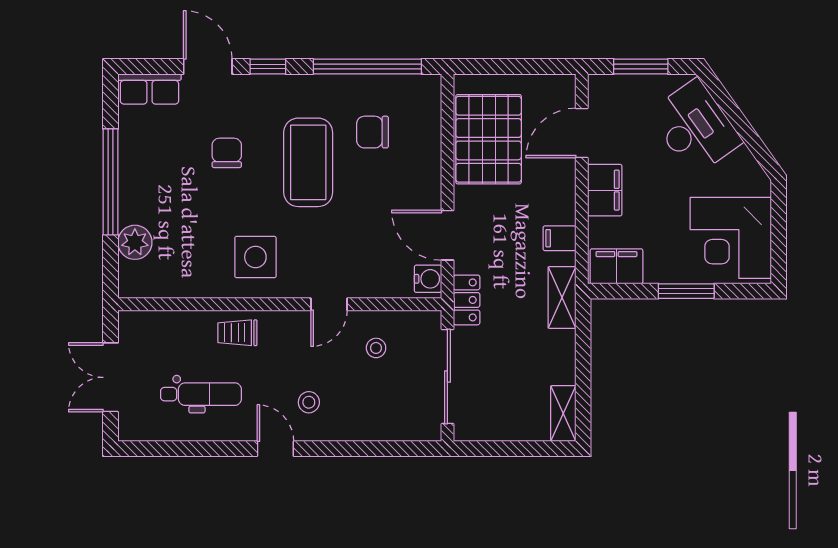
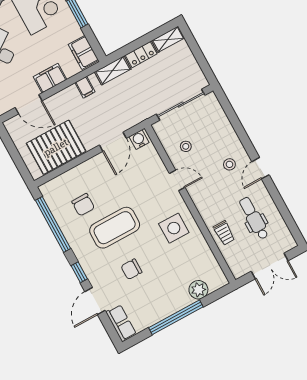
locker: (467, 300) -> (141, 55), moved, turned 180
trolley: (237, 333) -> (224, 233), moved

